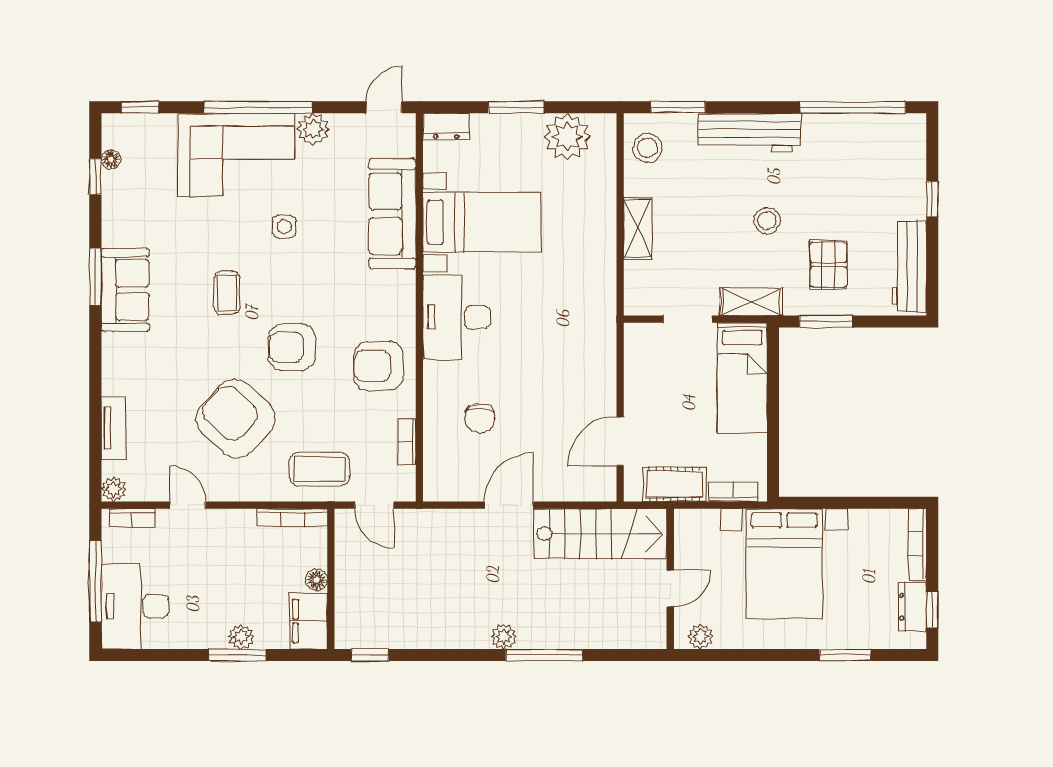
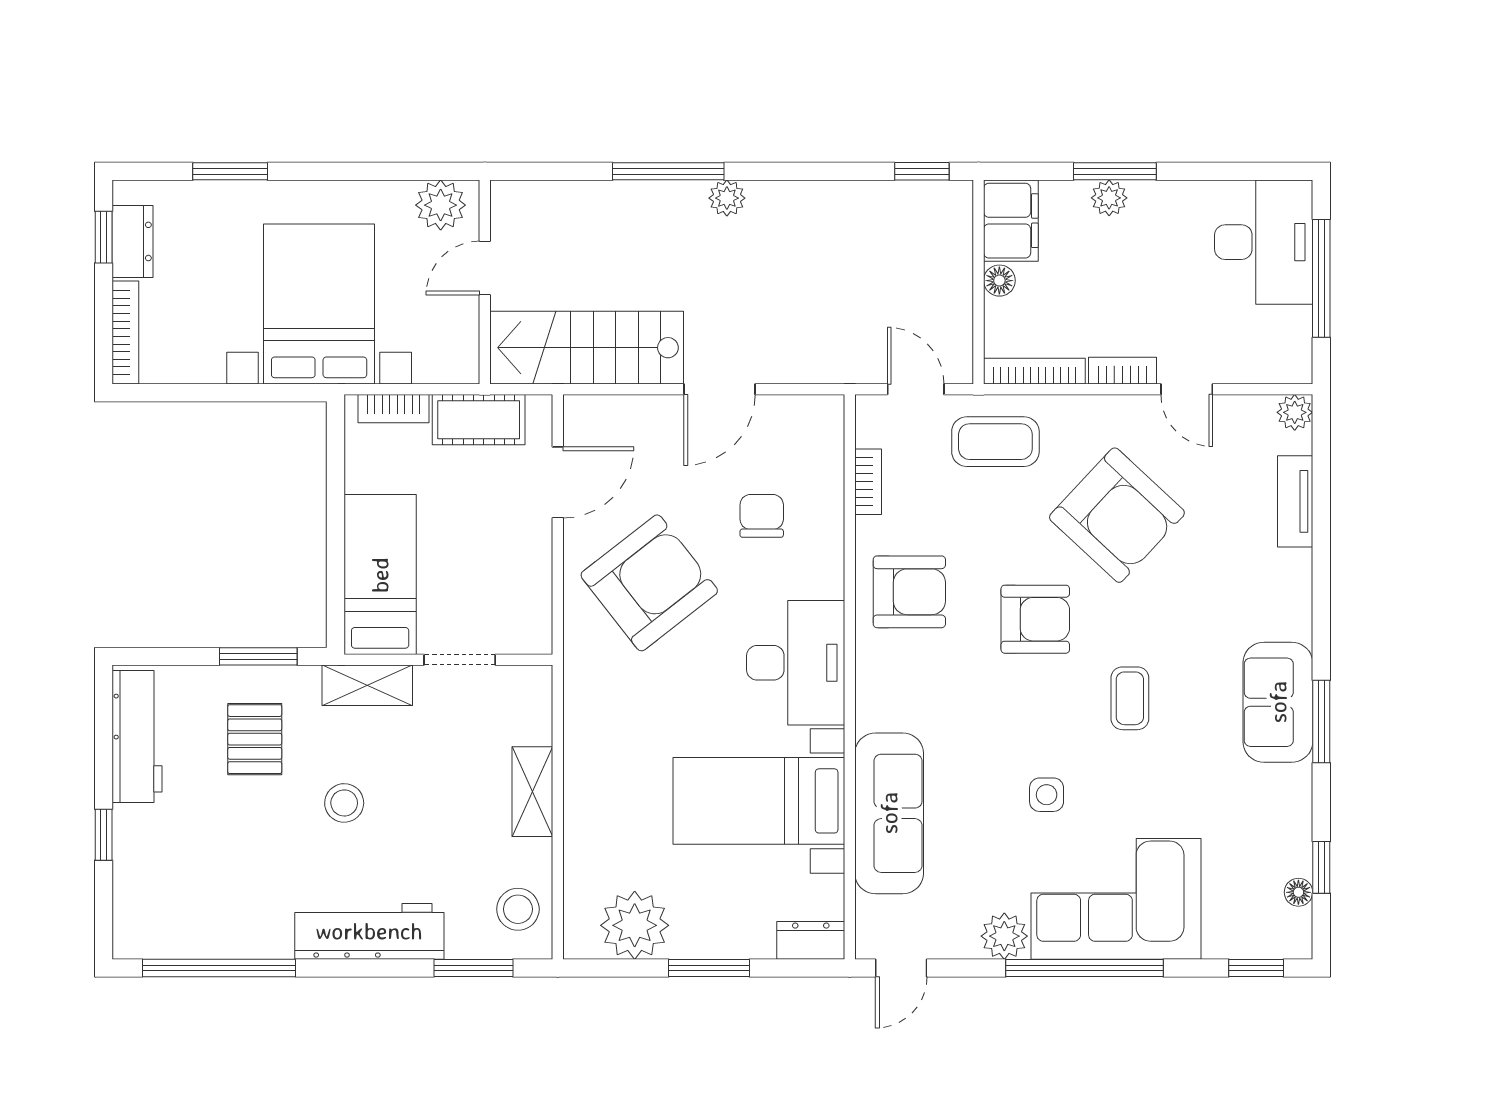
armchair: (557, 372) -> (649, 583), added
bookcase: (132, 518) -> (1122, 371), moved
plant: (701, 637) -> (441, 205), width x1.38, depth x1.38

